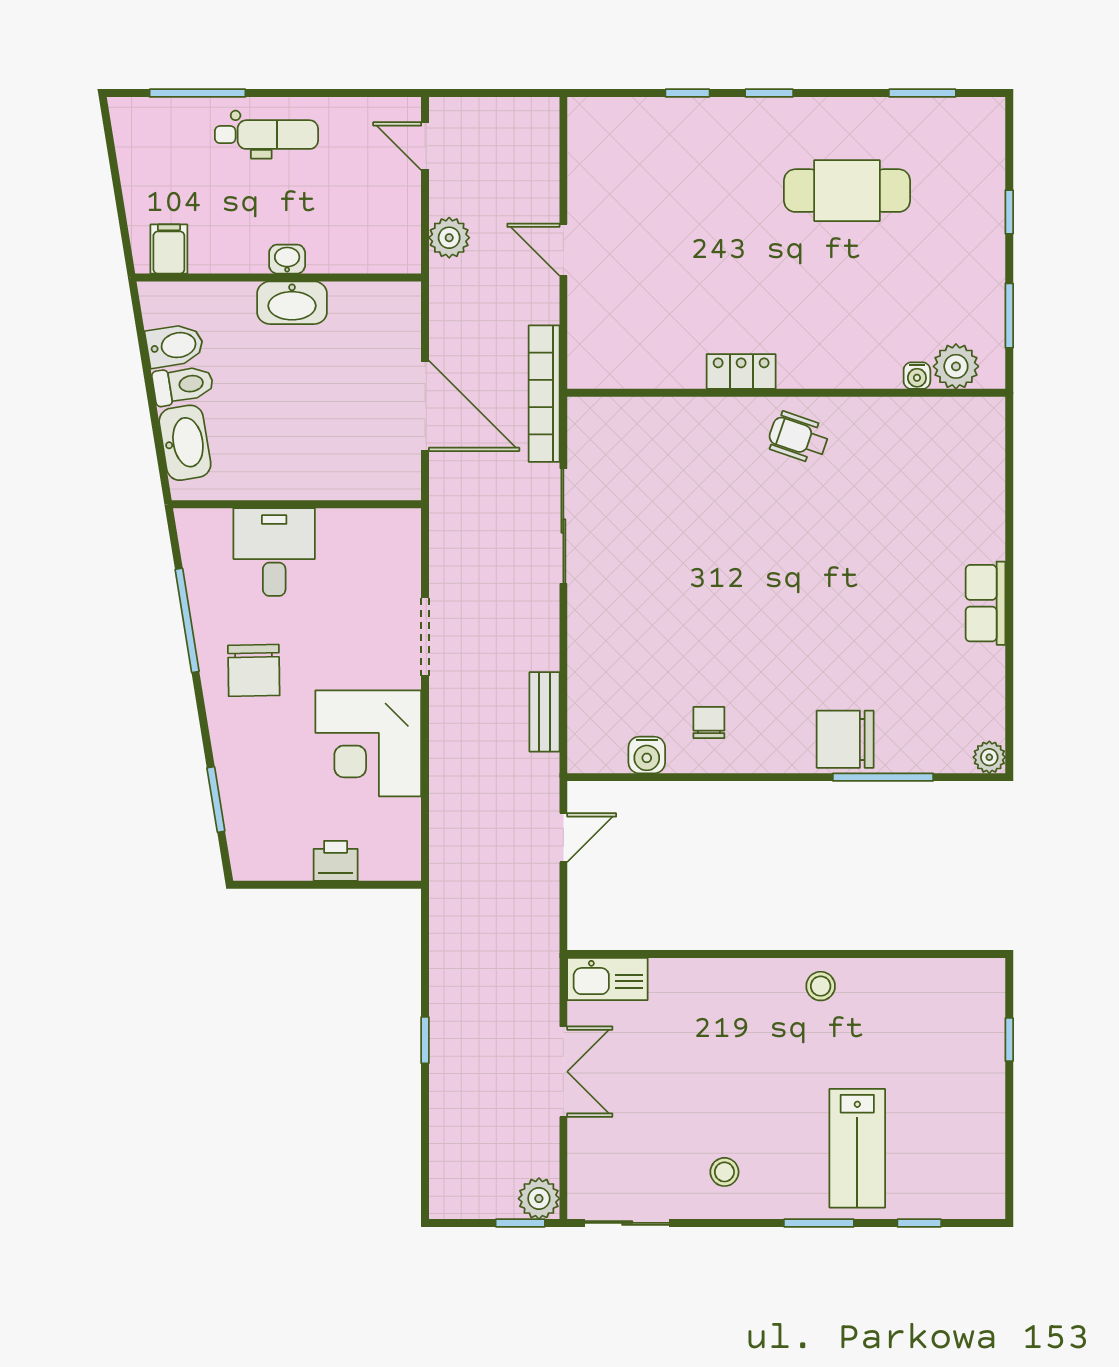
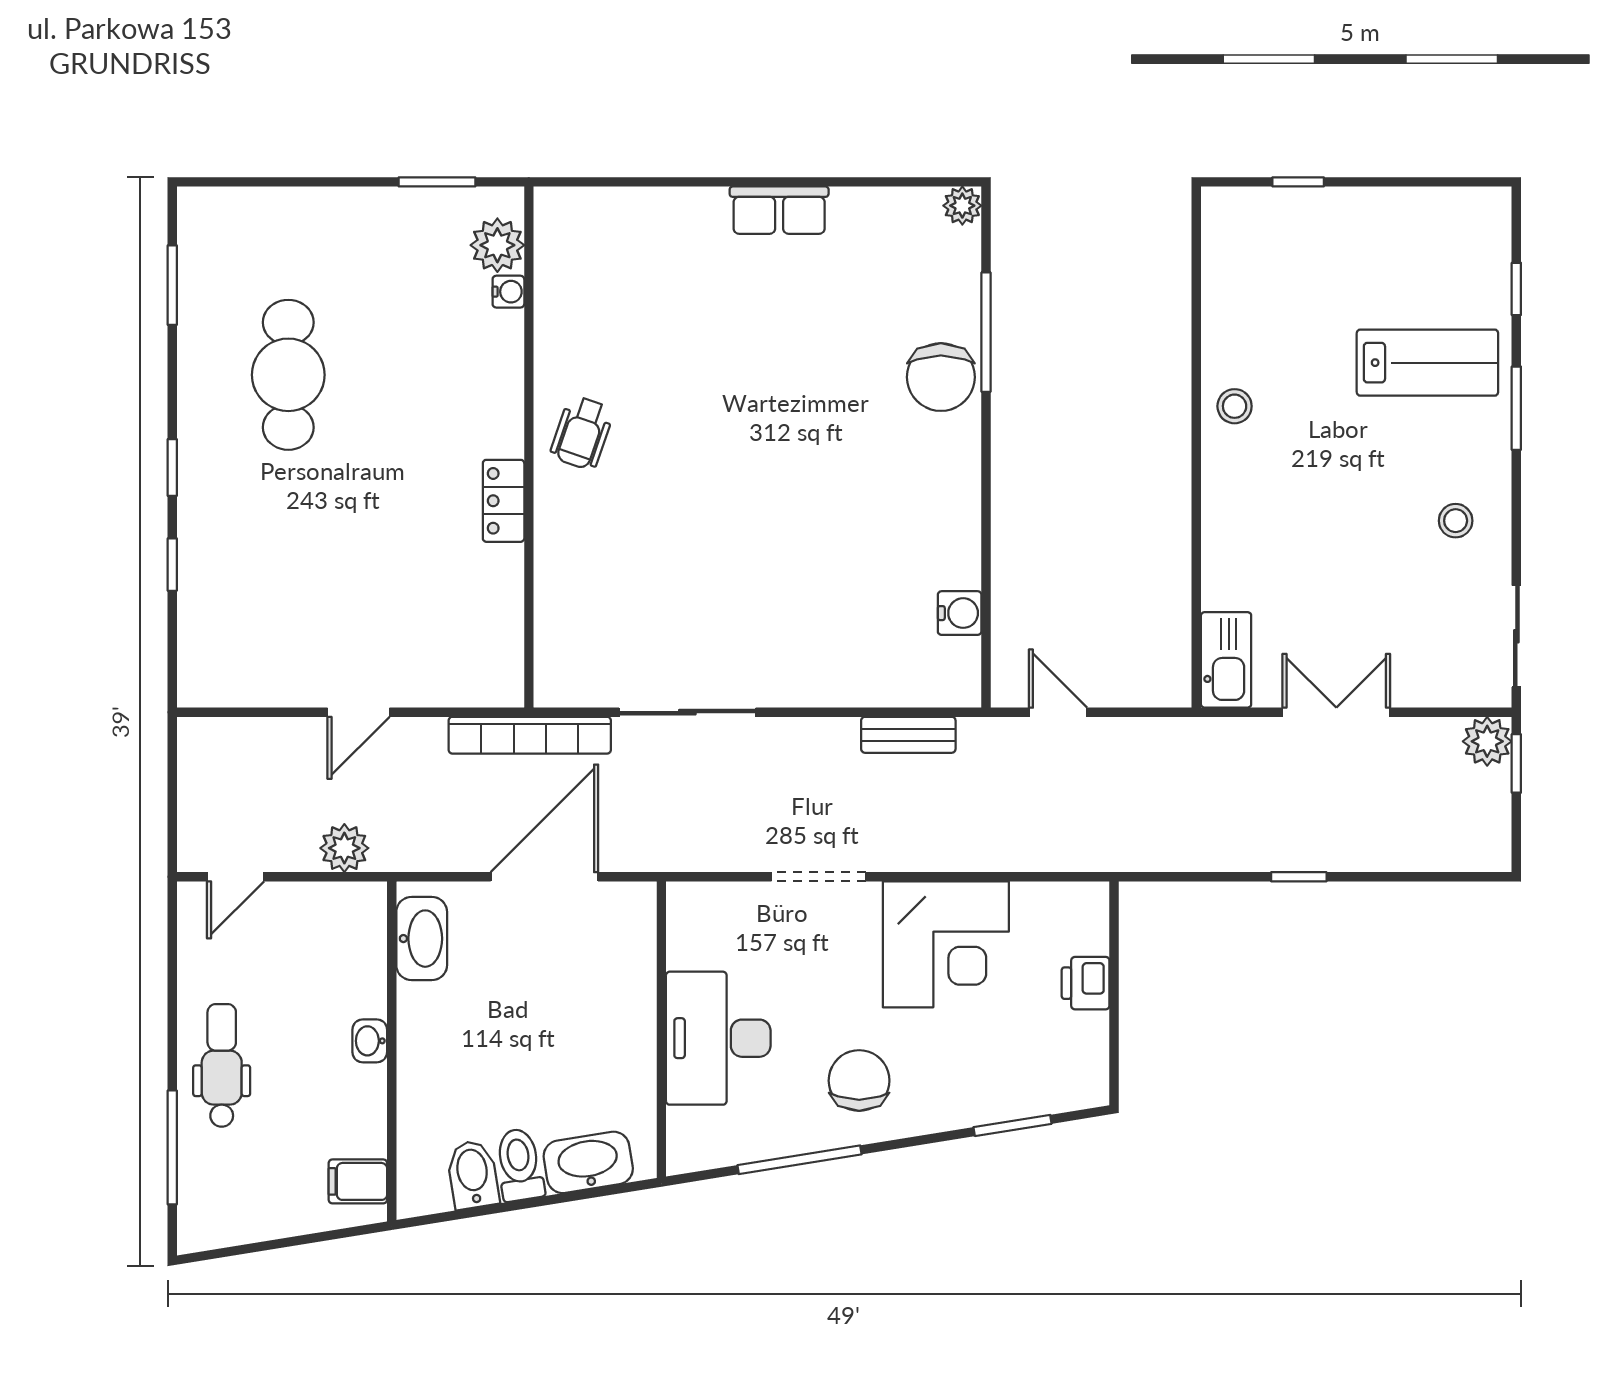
window: (1009, 212) -> (314, 182), removed
washbasin: (292, 303) -> (422, 939), moved
desk: (274, 552) -> (718, 1038), width x1.37
chair: (254, 670) -> (859, 1081), turned -89
chair: (709, 723) -> (921, 539), removed

